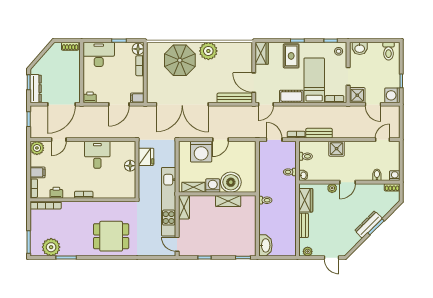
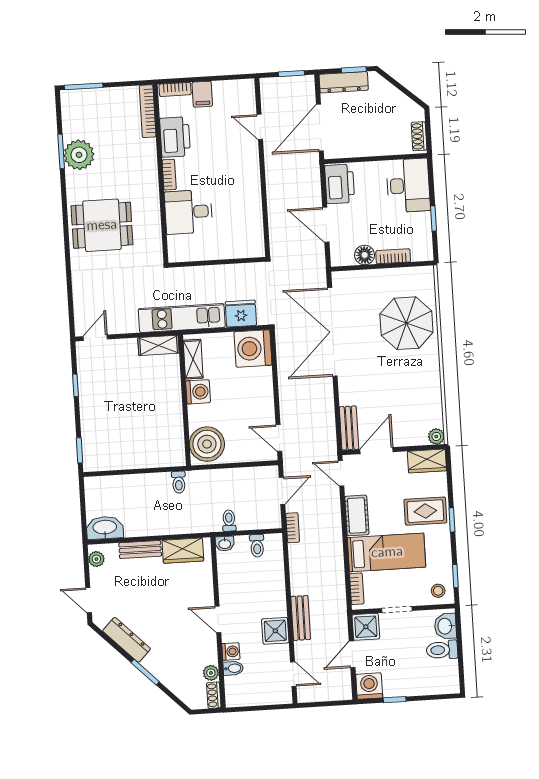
floor lamp: (138, 49) -> (365, 255), moved
plant: (208, 51) -> (436, 436), moved, width x0.53, depth x0.53
toilet: (389, 51) -> (442, 650), moved
printer: (90, 97) -> (340, 184), width x1.87, depth x1.48
filing cabinet: (137, 98) -> (339, 255), removed
bench: (235, 98) -> (349, 428), width x0.73
door: (61, 104) -> (320, 128), hinge flipped
bench: (319, 133) -> (301, 618), moved
door: (220, 140) -> (279, 438), moved
plant: (37, 148) -> (243, 91), removed
shower: (337, 149) -> (275, 631), moved
washing machine: (201, 152) -> (253, 348), moved
desk: (97, 155) -> (189, 212), moved, turned 180
fridge: (146, 157) -> (241, 314), moved, turned 180
floor lamp: (130, 166) -> (223, 250), removed
washing machine: (395, 176) -> (231, 652), moved
boiler: (231, 182) -> (207, 444), moved
plant: (332, 188) -> (211, 673), moved
printer: (56, 193) -> (175, 137), width x1.87, depth x1.48
shelving: (228, 201) -> (174, 420), removed
kitchen unit: (169, 202) -> (182, 318), width x0.73
dresser: (369, 224) -> (127, 640), moved
dining table: (111, 236) -> (102, 225), turned 90
washbasin: (265, 245) -> (105, 528), moved, turned 180
plant: (51, 247) -> (79, 155), moved
door: (332, 258) -> (89, 600), hinge flipped

